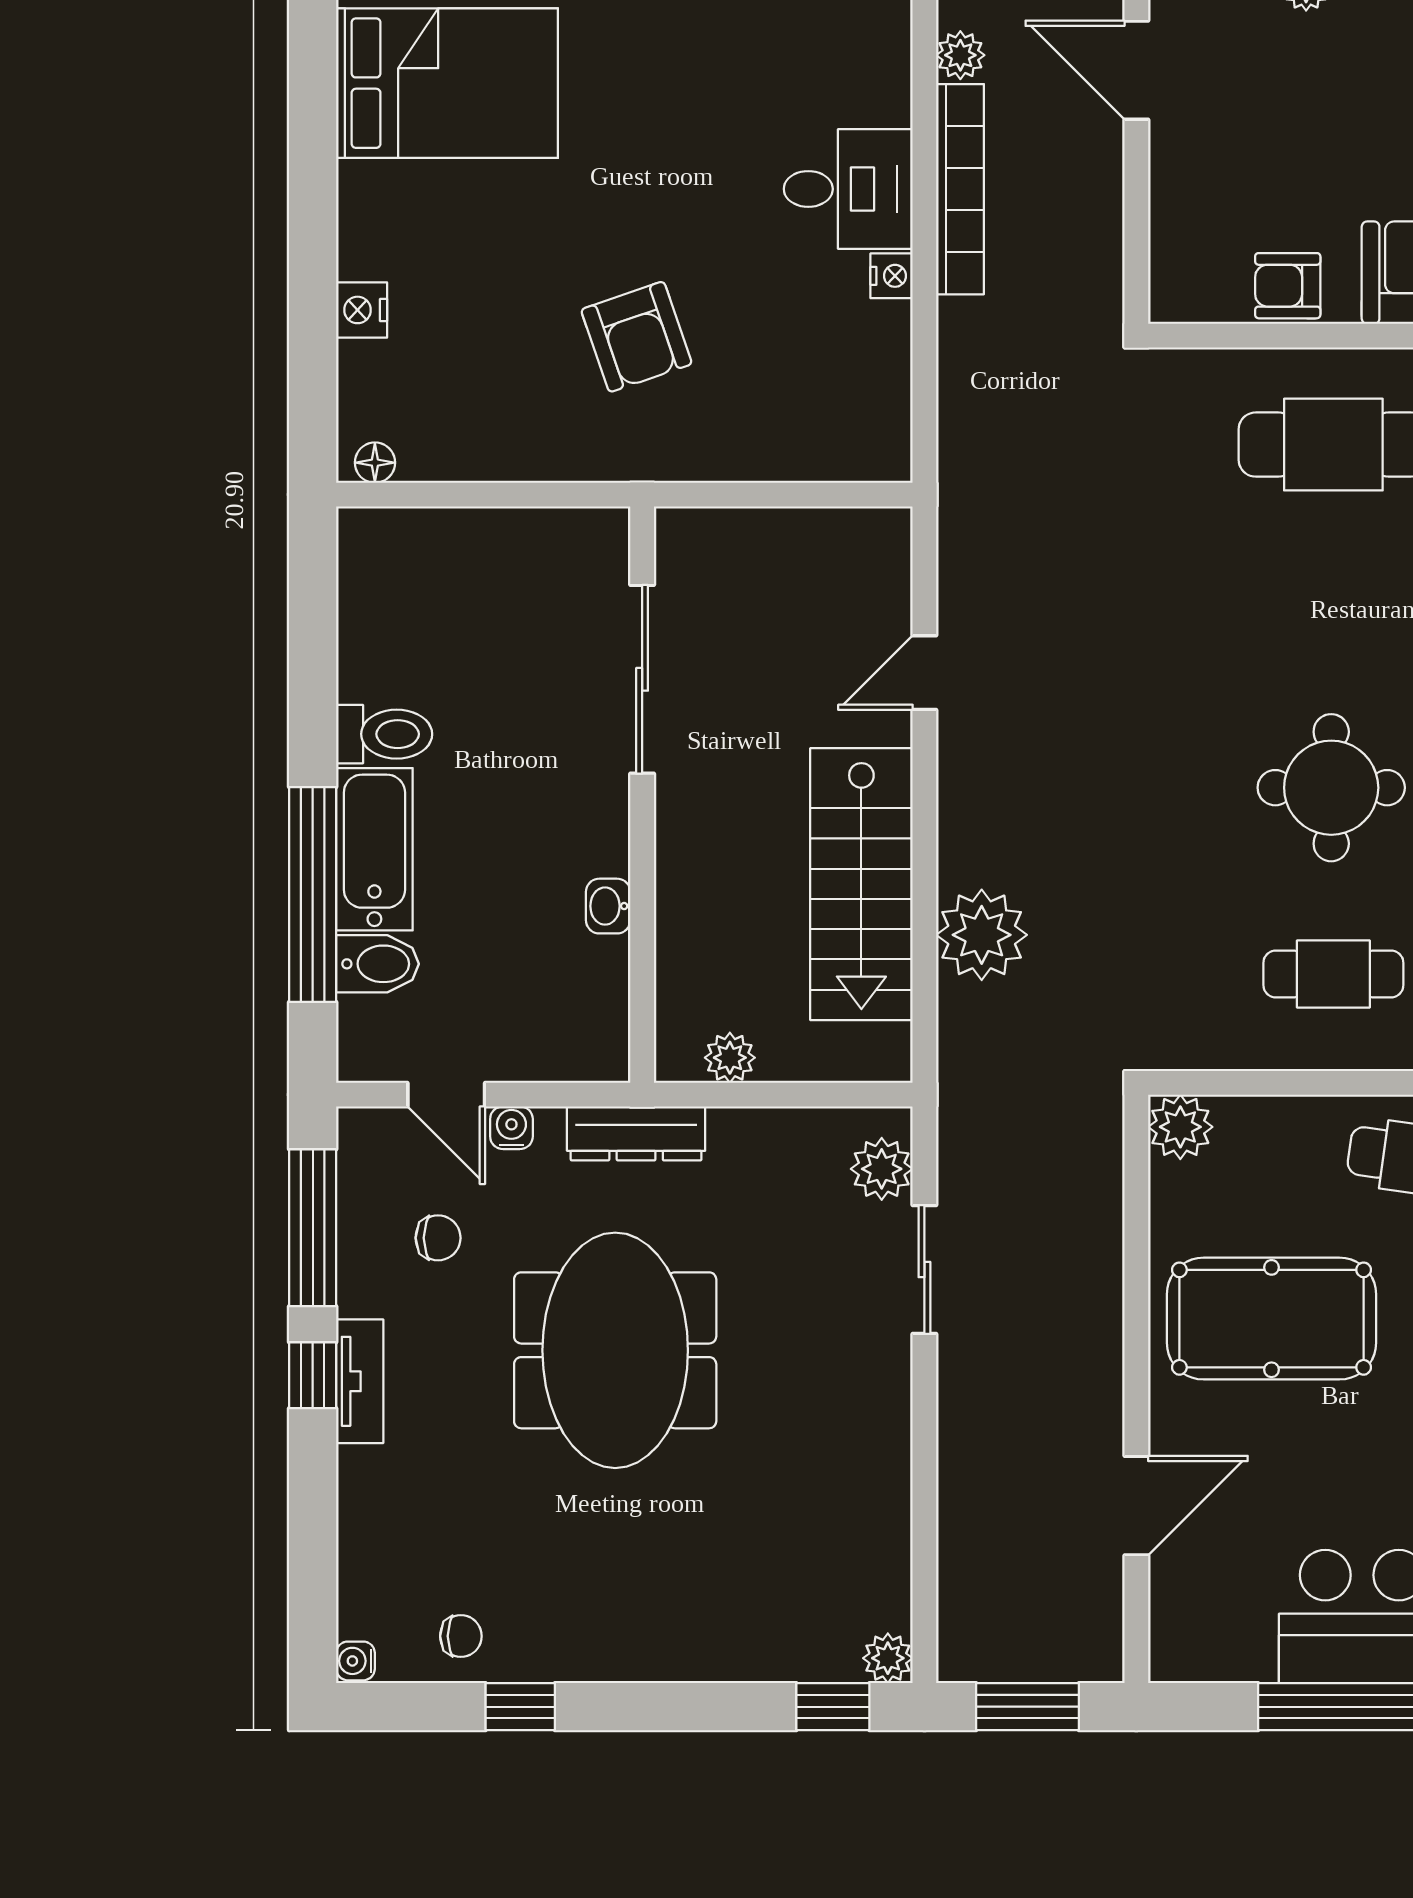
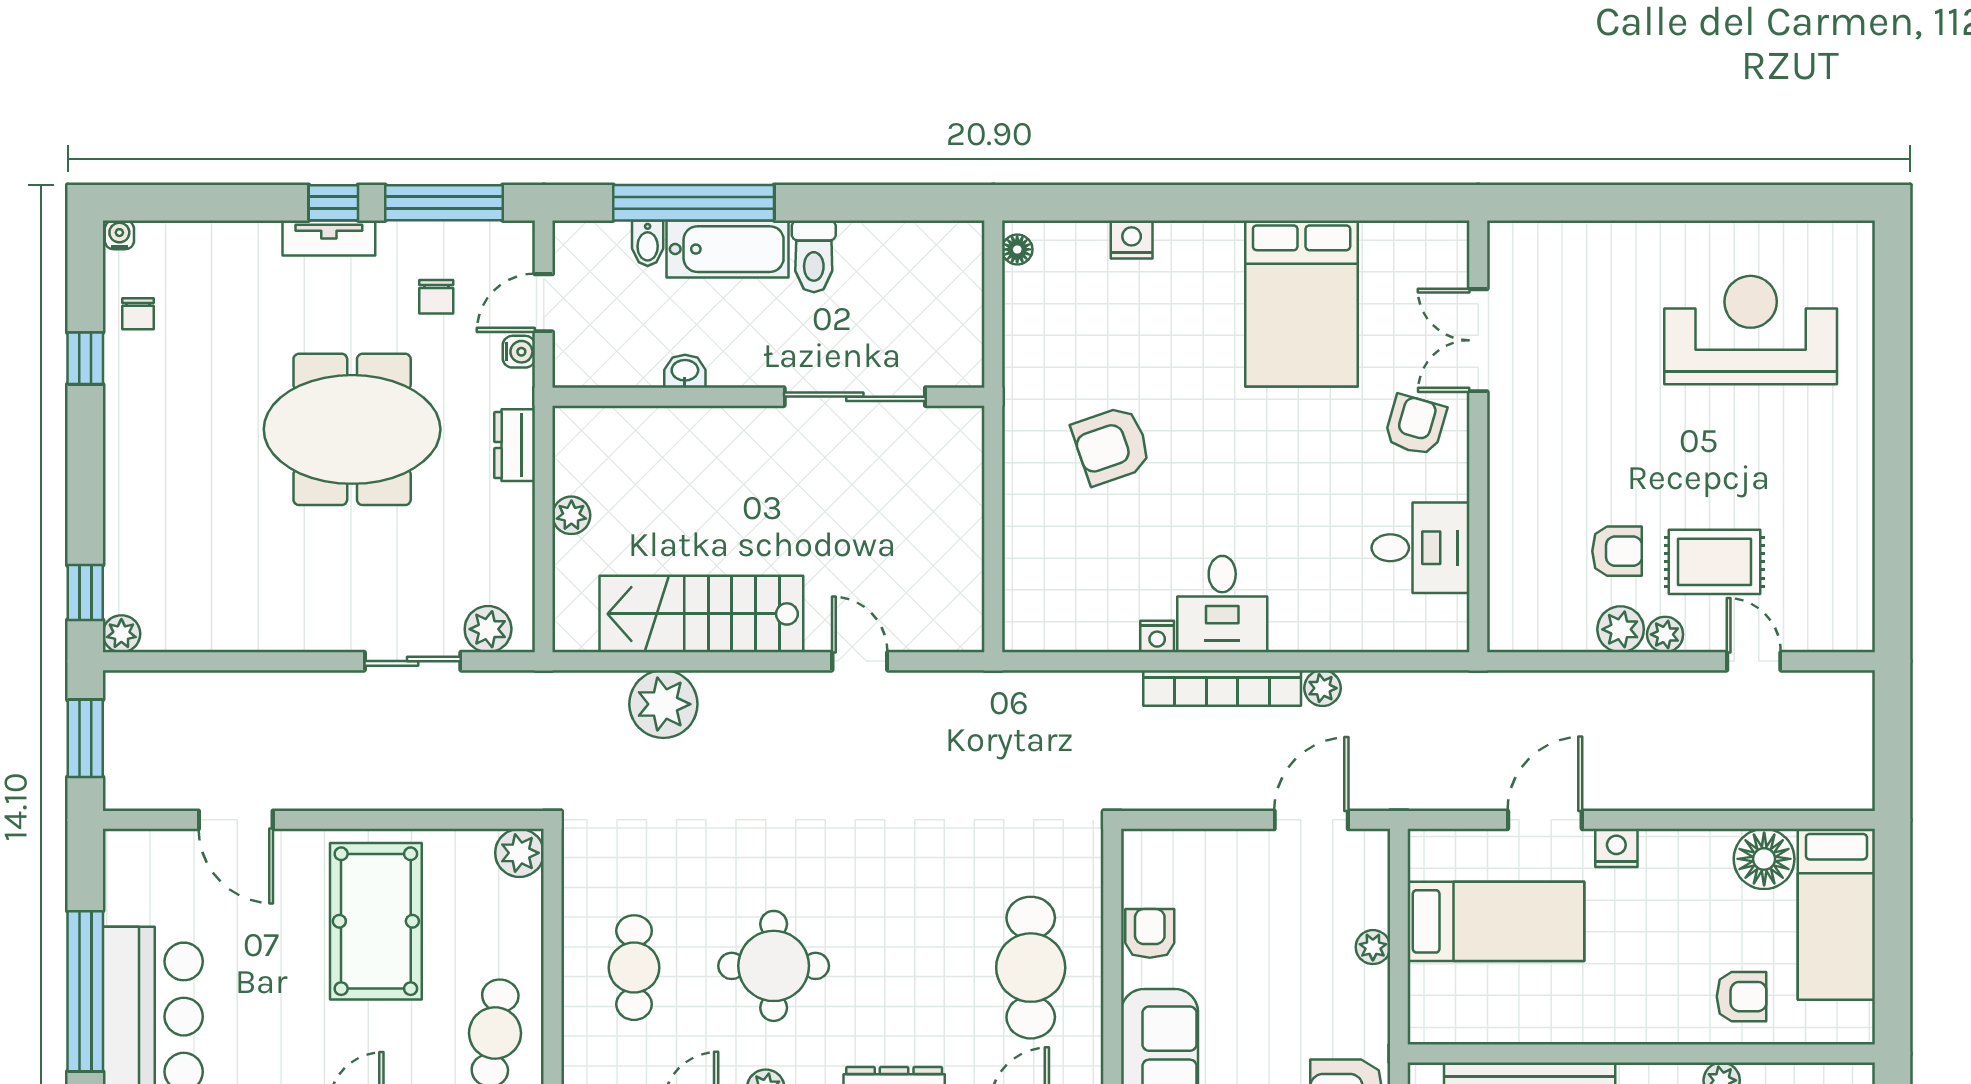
sliding door: (642, 679) -> (855, 397), moved
wall: (642, 795) -> (768, 397), moved
washbasin: (608, 906) -> (685, 371), moved
bidet: (378, 964) -> (648, 243), width x0.72, depth x0.74
dresser: (636, 1133) -> (515, 445), width x0.70

